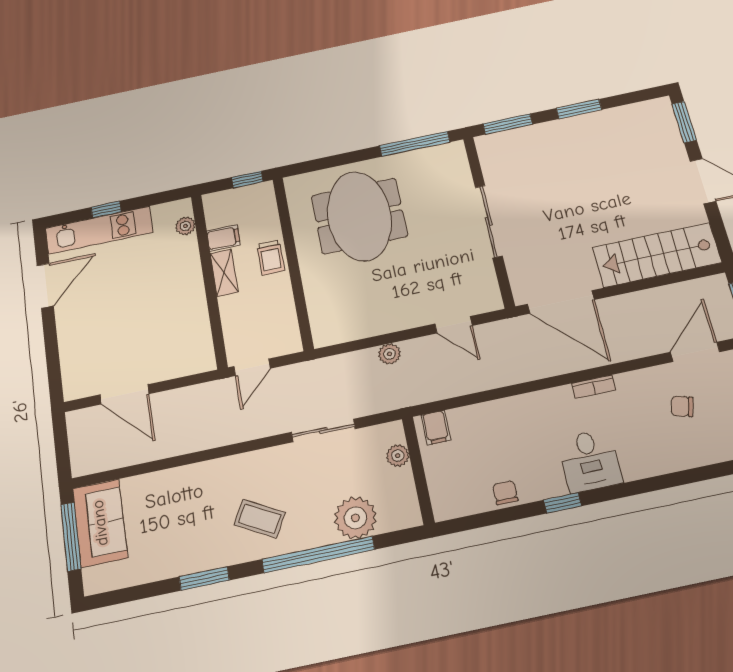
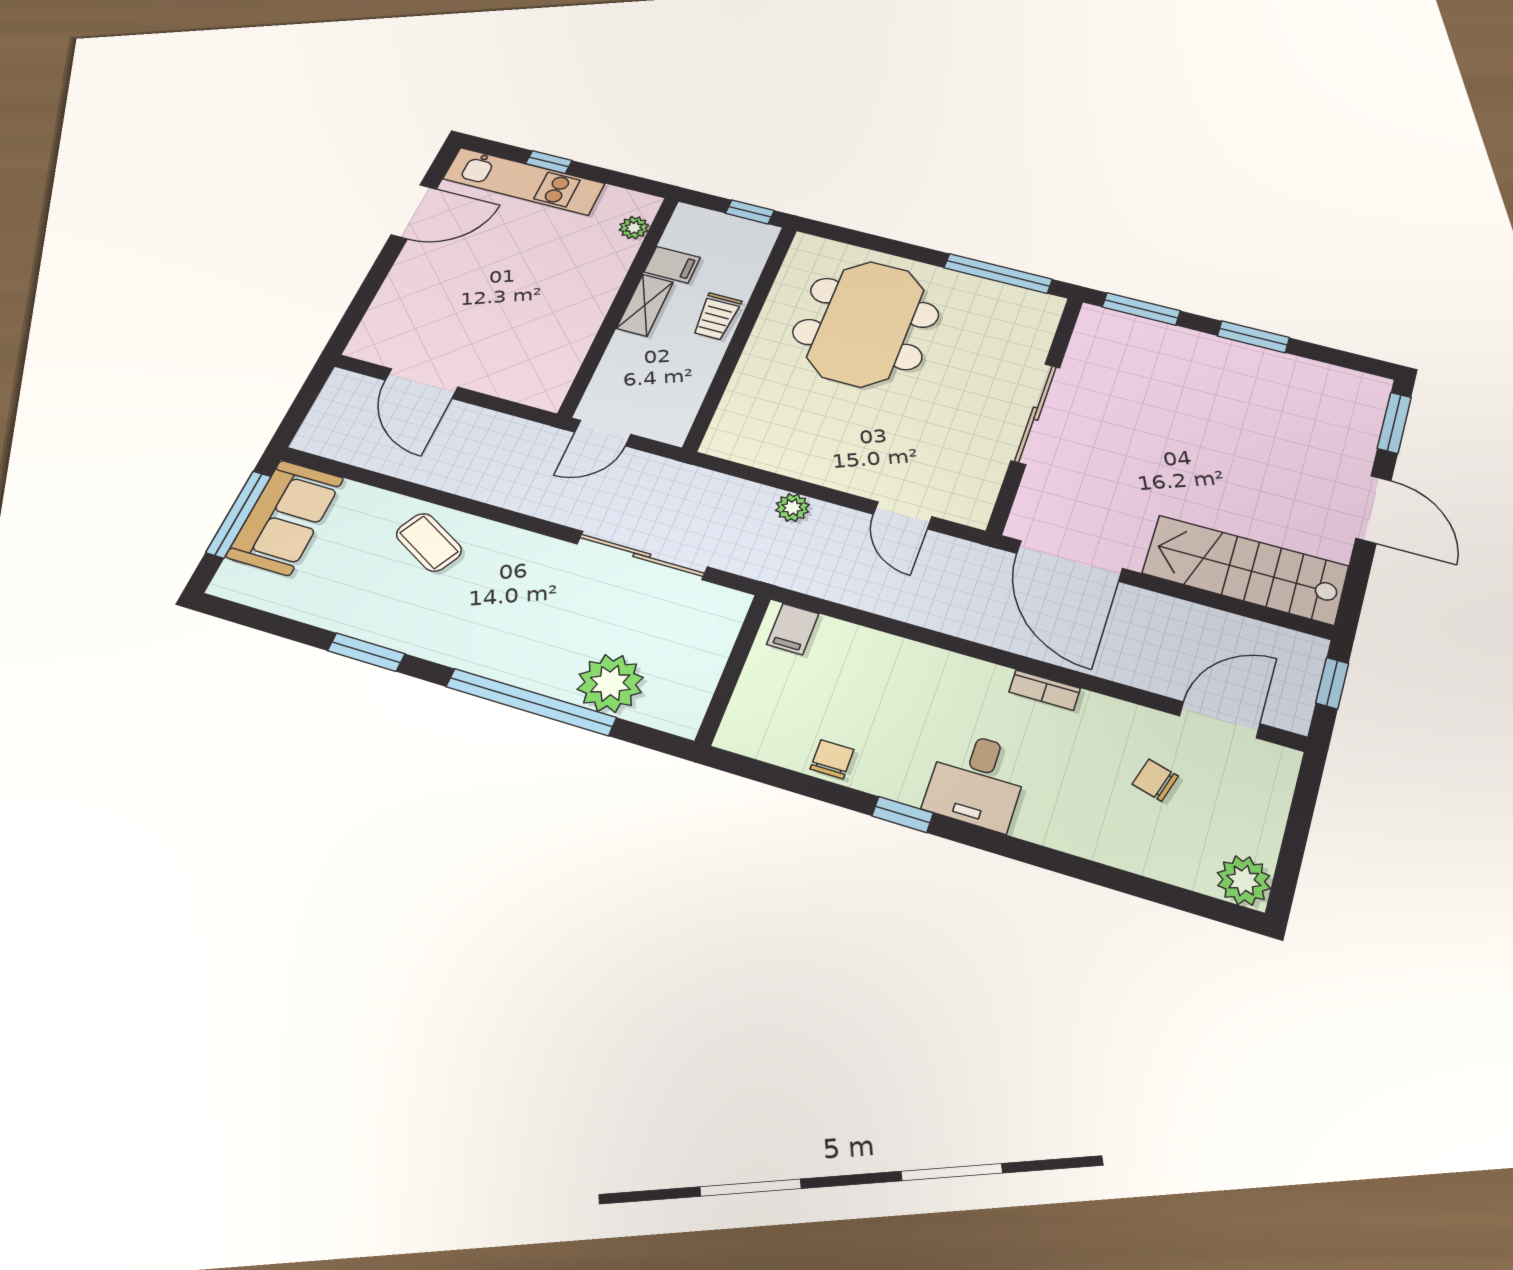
sliding door: (323, 430) -> (642, 555), width x1.37
plant: (398, 456) -> (718, 637), removed
coffee table: (260, 519) -> (429, 542), moved

